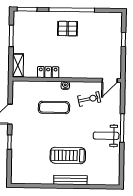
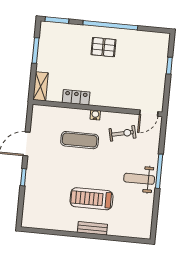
bench: (70, 180) -> (92, 228), width x0.73

